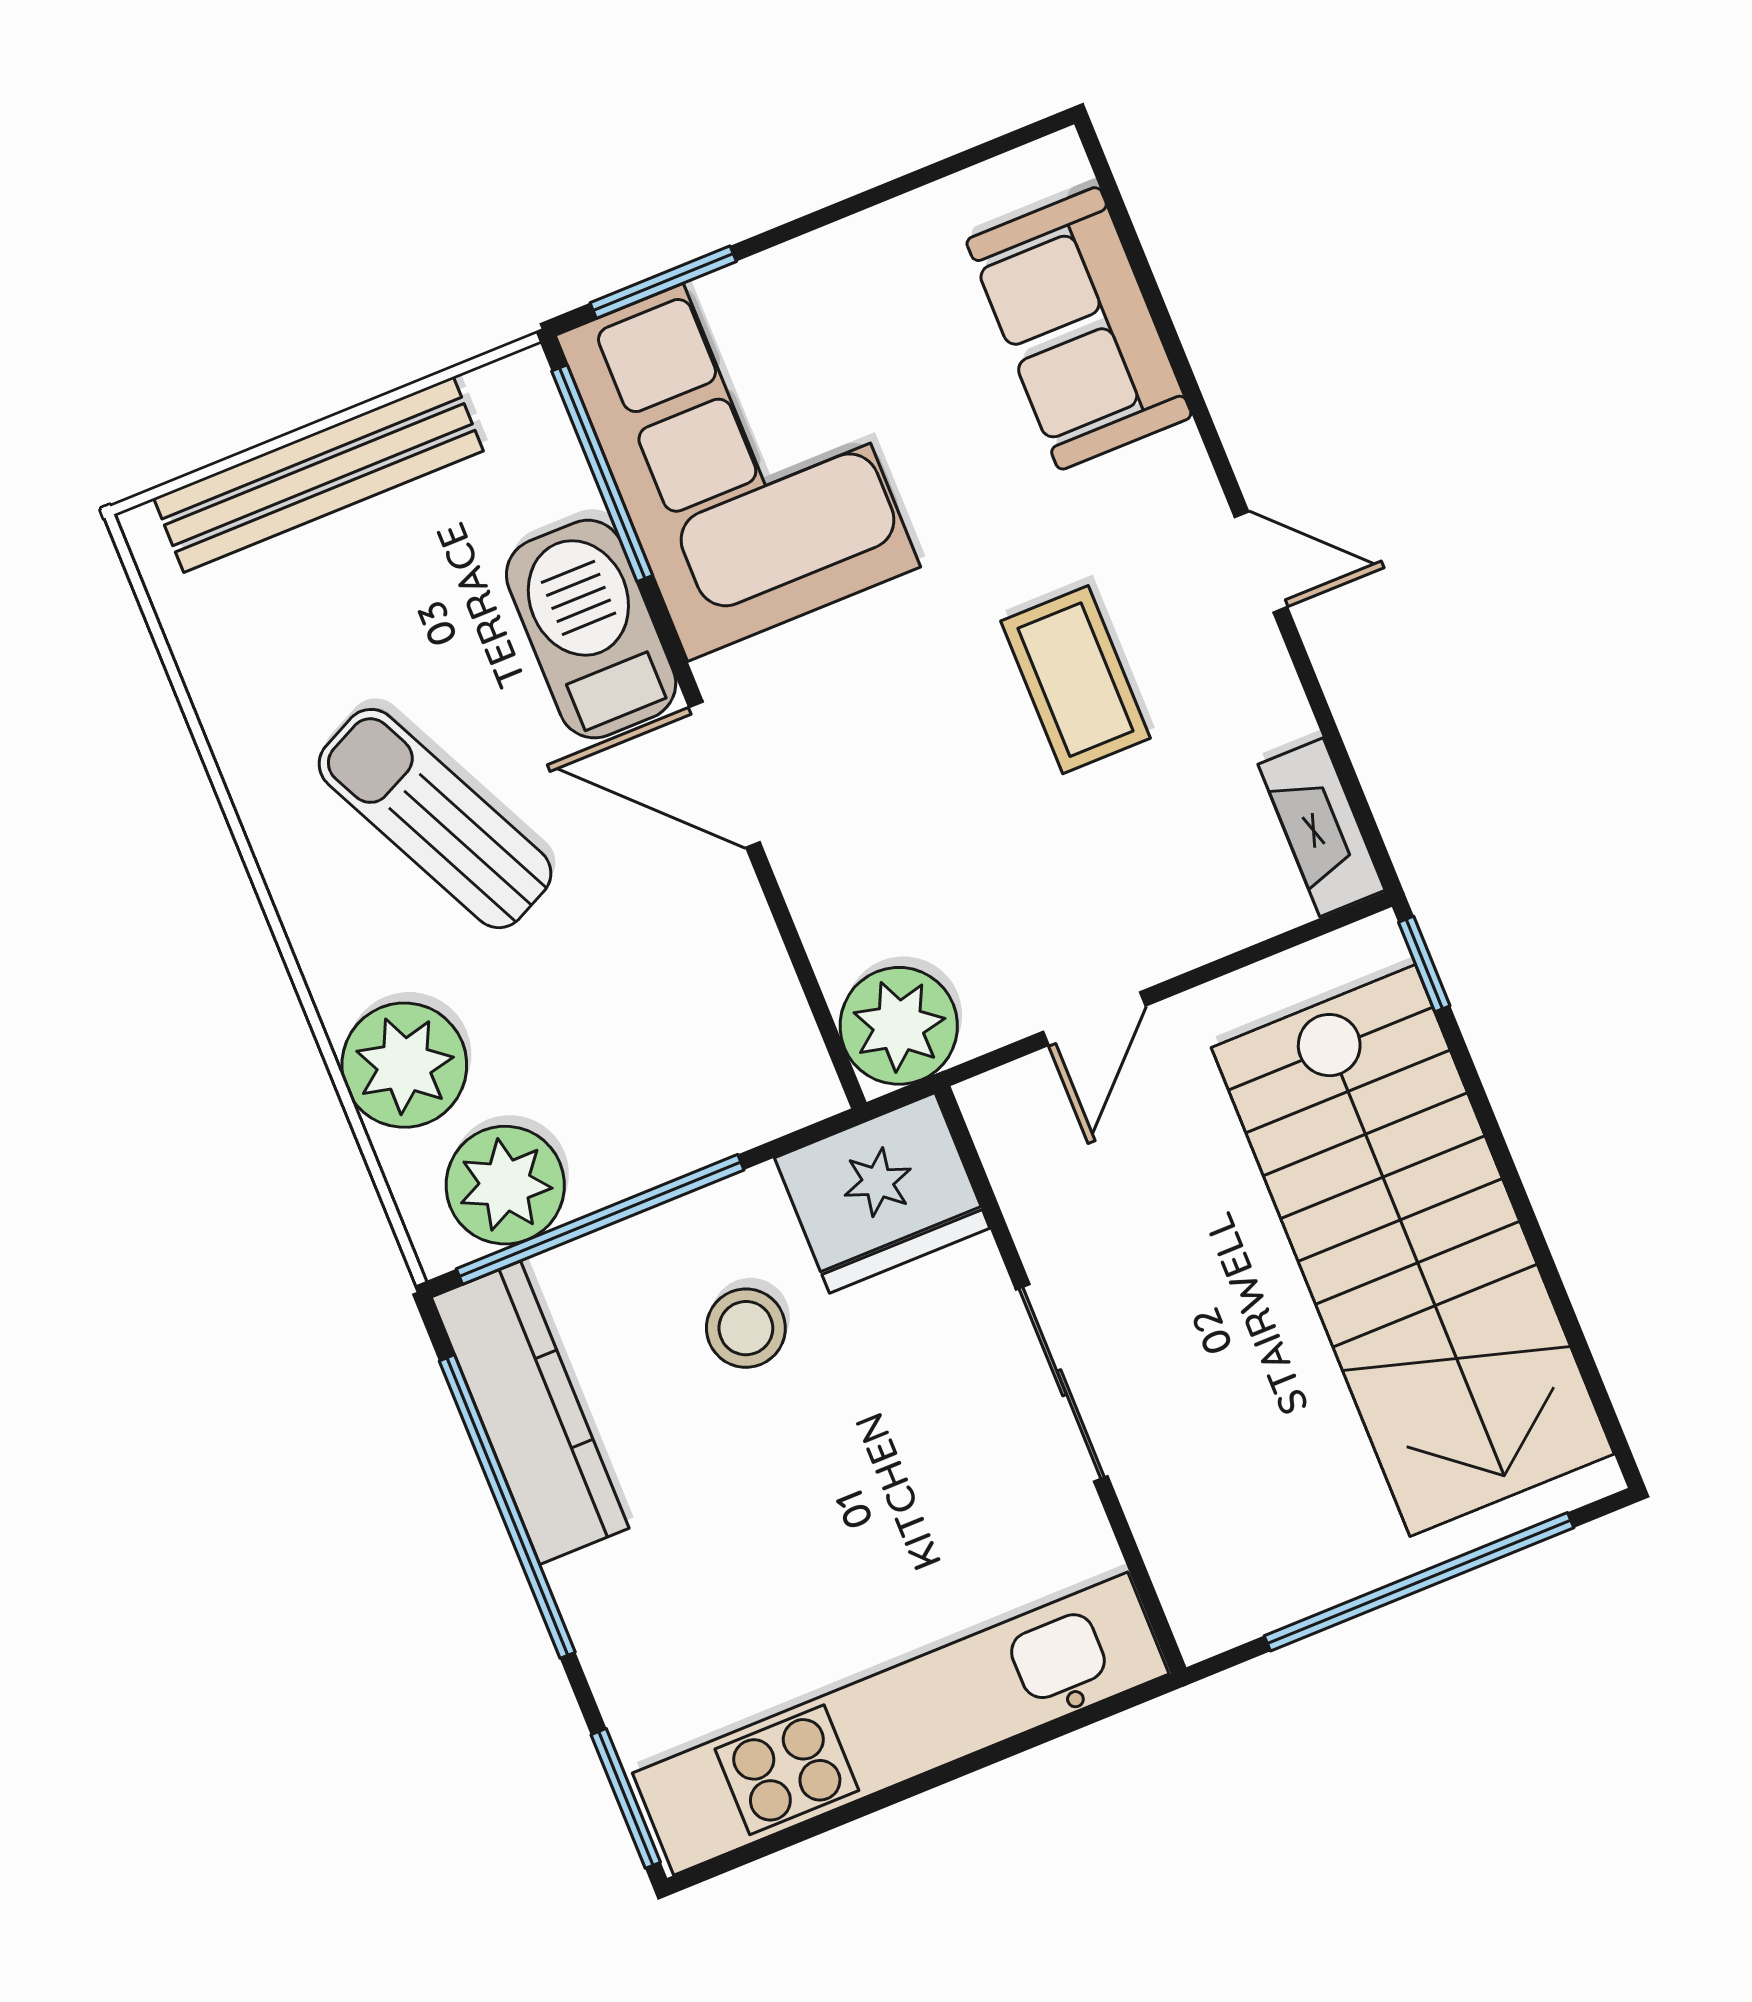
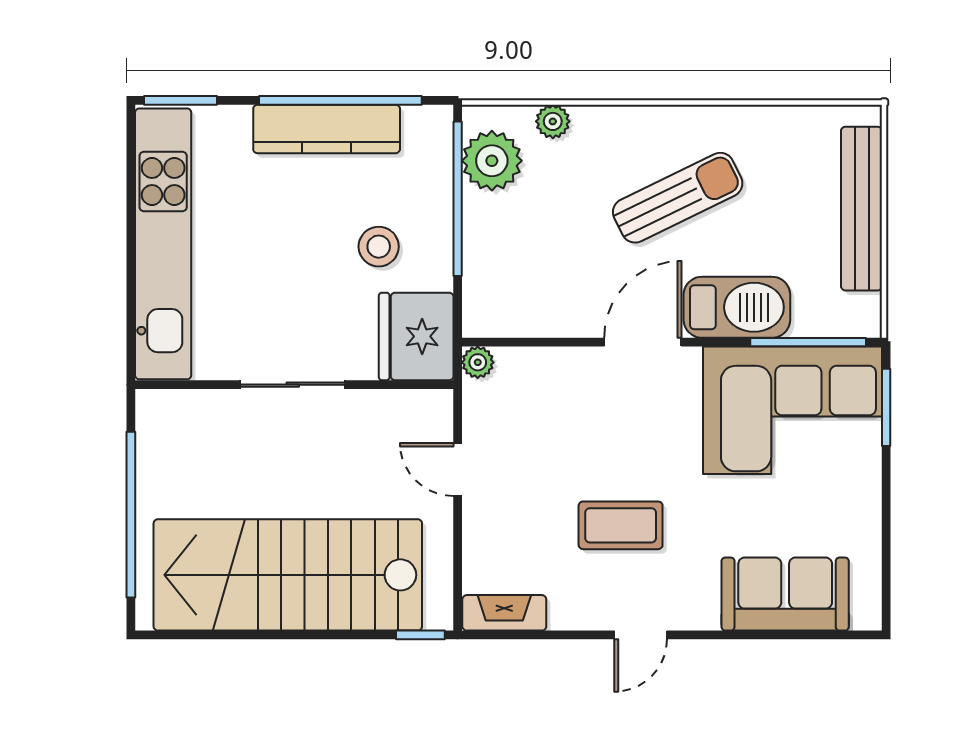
plant: (899, 1026) -> (478, 362), width x0.53, depth x0.53
plant: (404, 1065) -> (553, 121), width x0.53, depth x0.53
kitchen counter: (530, 1413) -> (327, 129), moved

